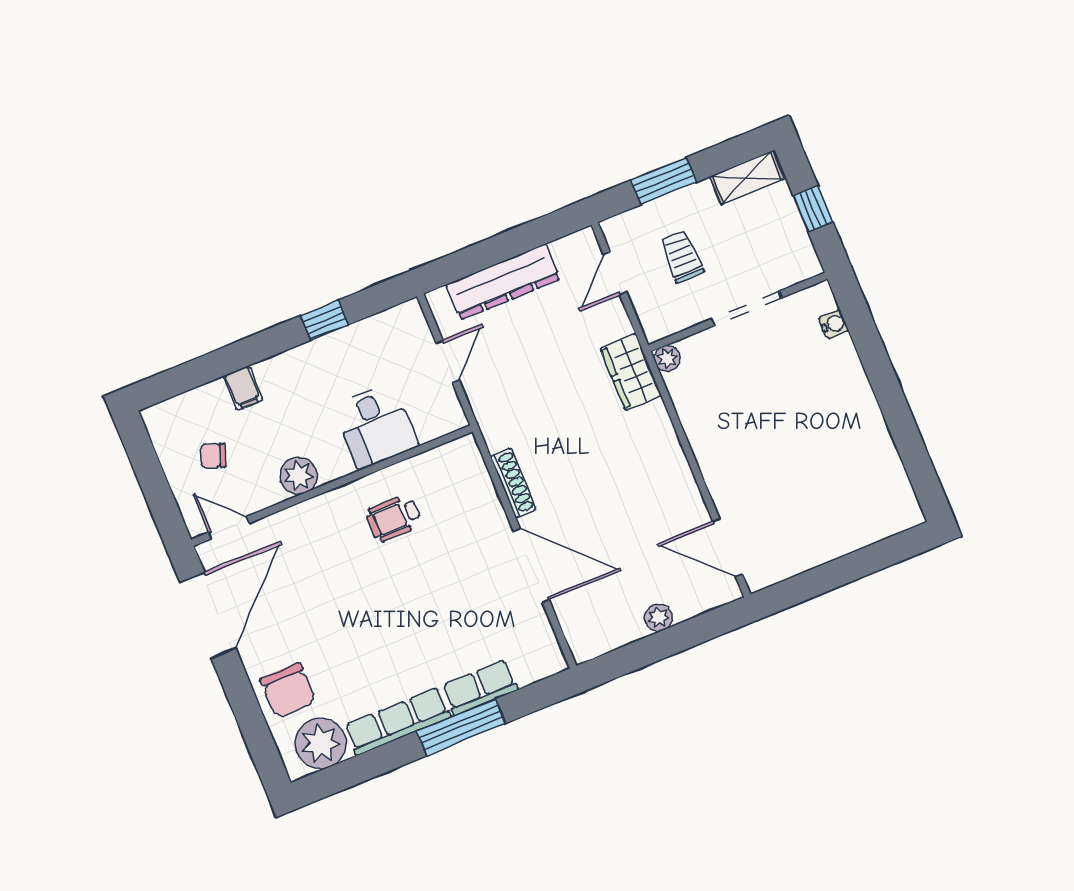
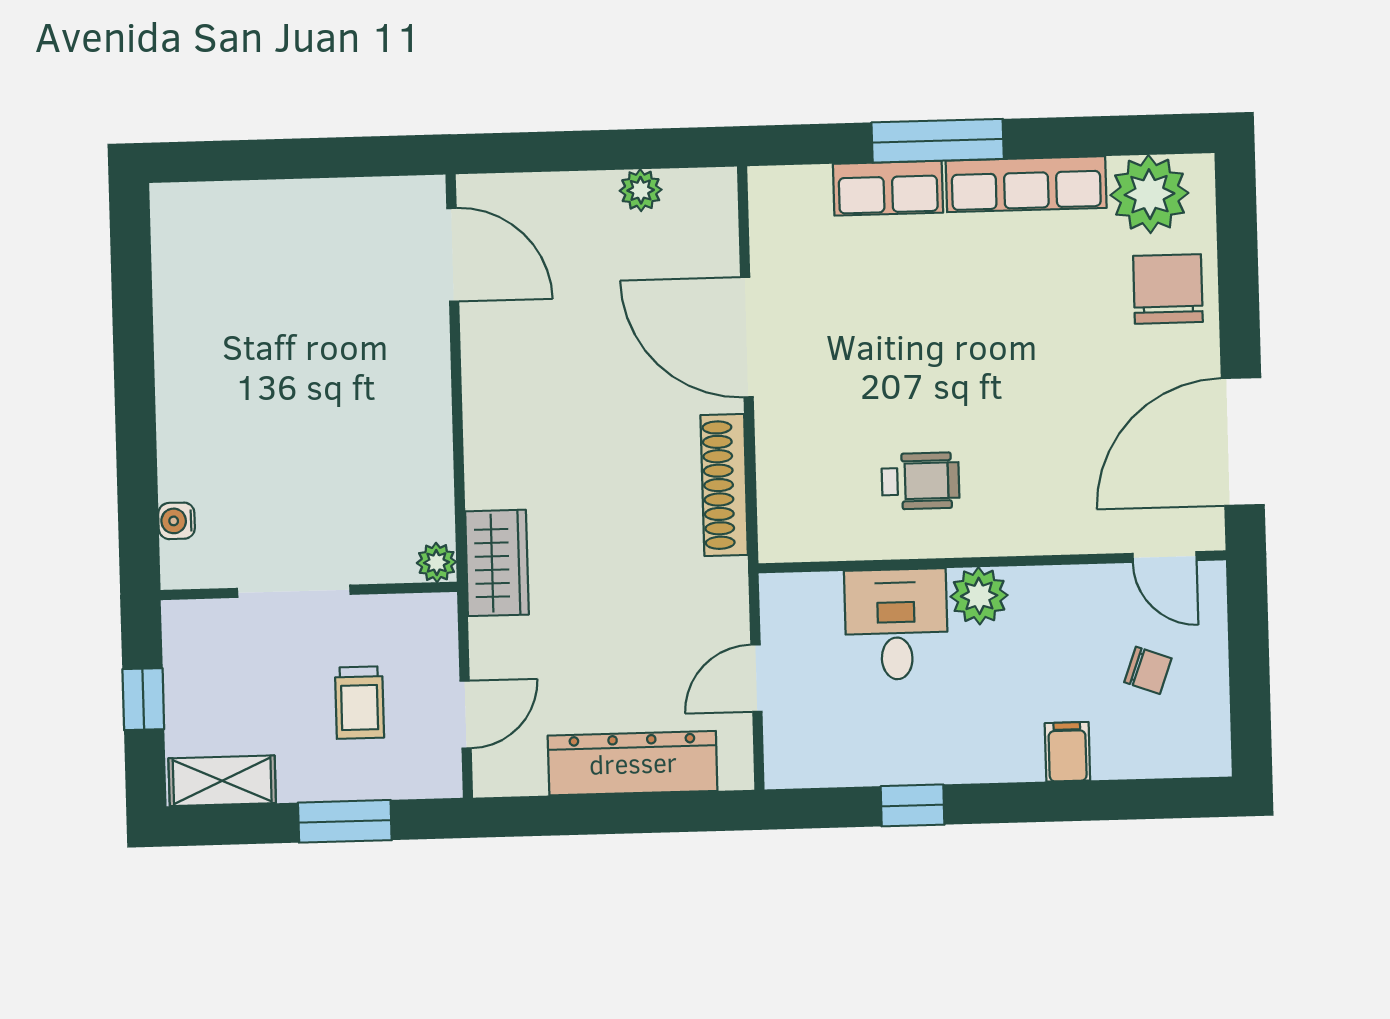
plant: (299, 476) -> (979, 596), moved
shoe rack: (513, 483) -> (724, 485), width x1.36, depth x1.24
plant: (659, 618) -> (641, 190), moved

